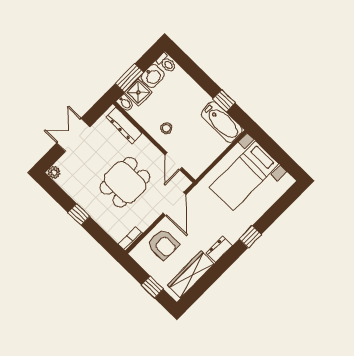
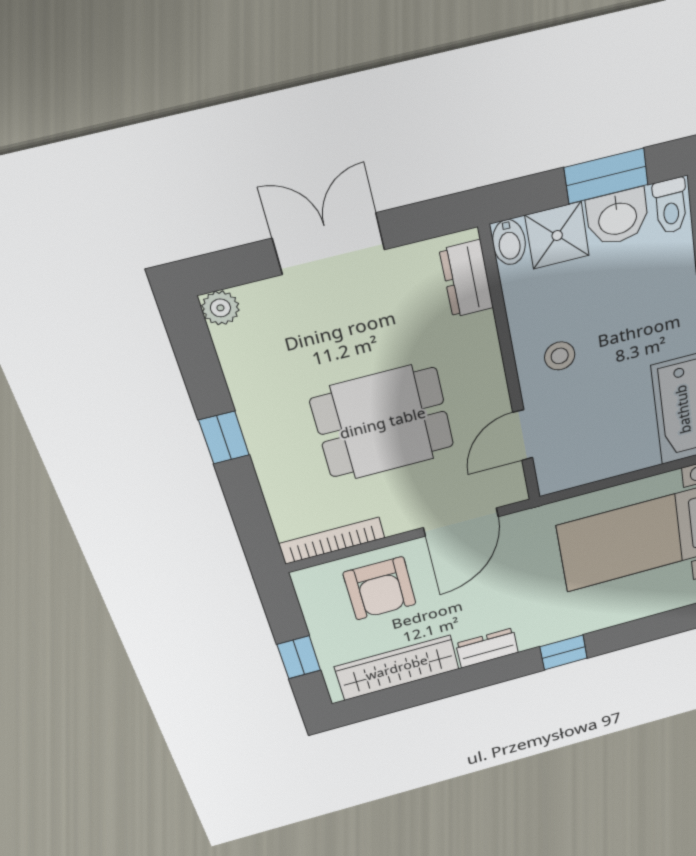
window: (129, 78) -> (606, 176), moved
dresser: (124, 125) -> (467, 279), width x0.70
bookcase: (130, 239) -> (332, 541), width x1.56

